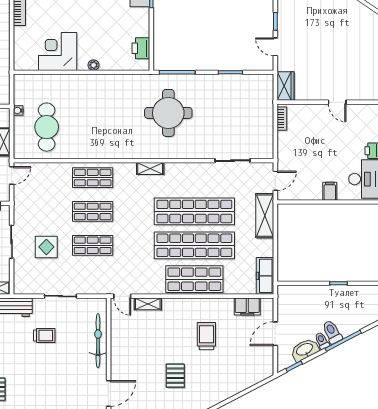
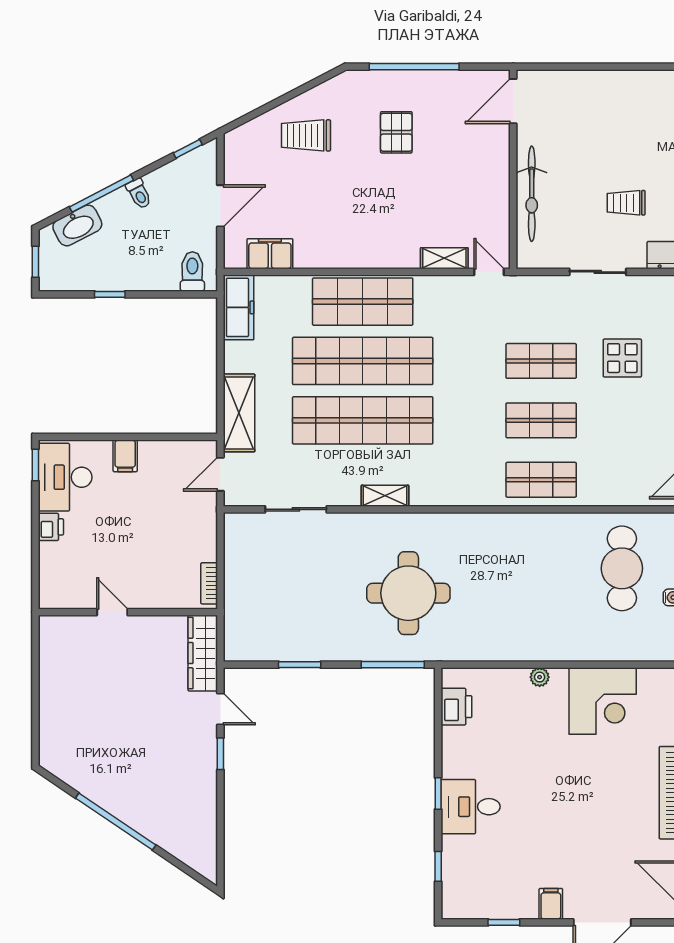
wardrobe: (285, 86) -> (203, 653), width x1.50
shelving: (150, 168) -> (385, 496), moved
toilet: (332, 332) -> (192, 272), moved, turned -153
trolley: (206, 336) -> (306, 135), moved, turned 90
washbasin: (305, 350) -> (77, 225), moved

